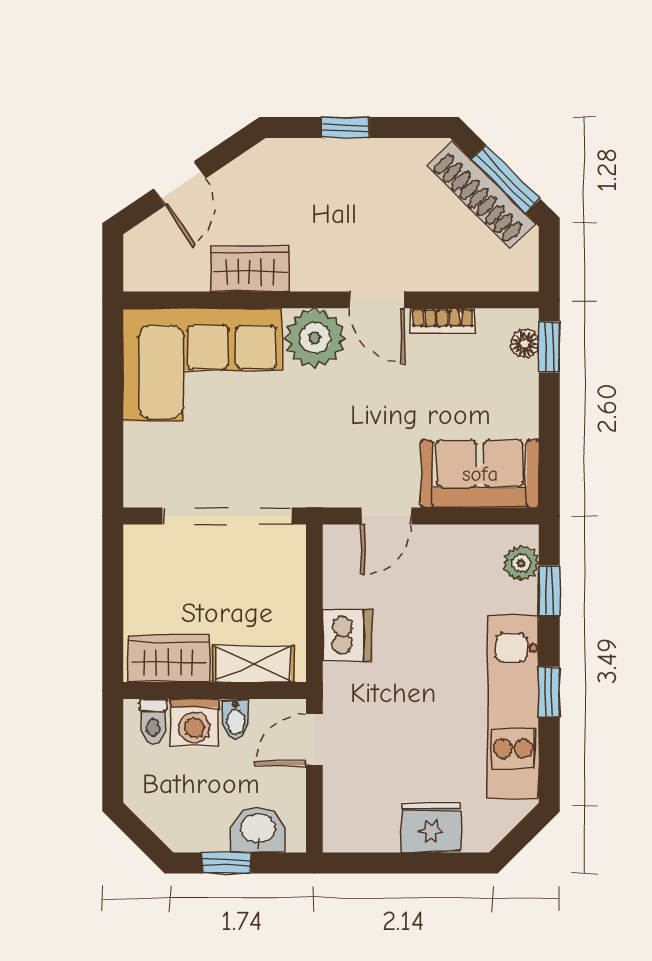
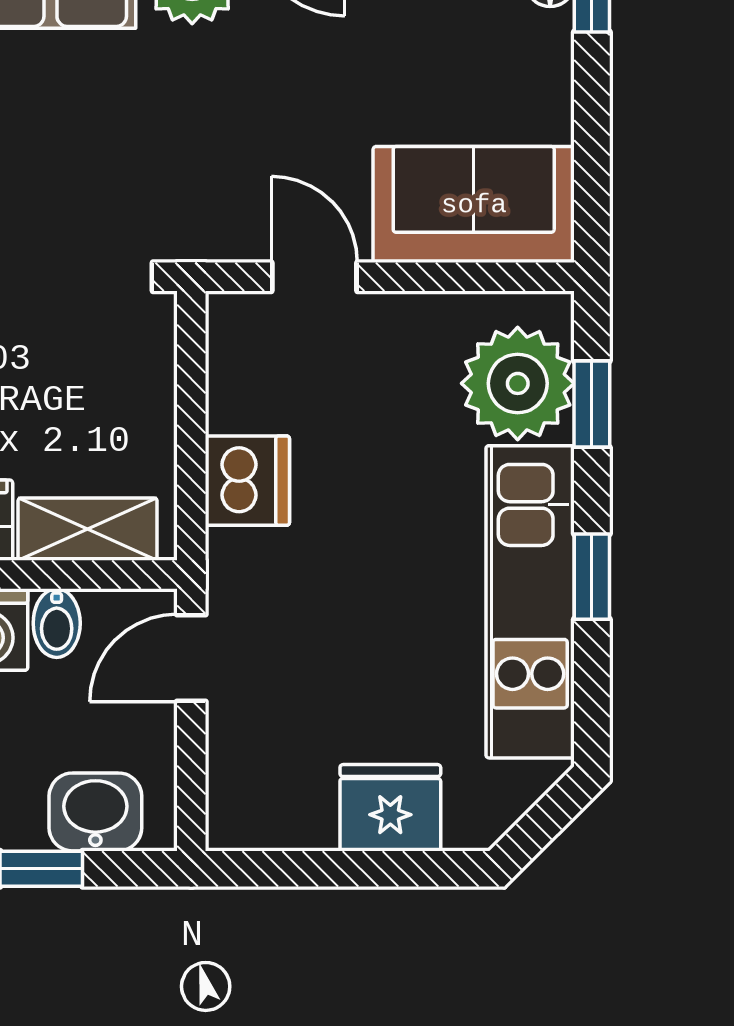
door: (387, 516) -> (314, 277), swing flipped
plant: (521, 563) -> (518, 383), width x1.88, depth x1.88

